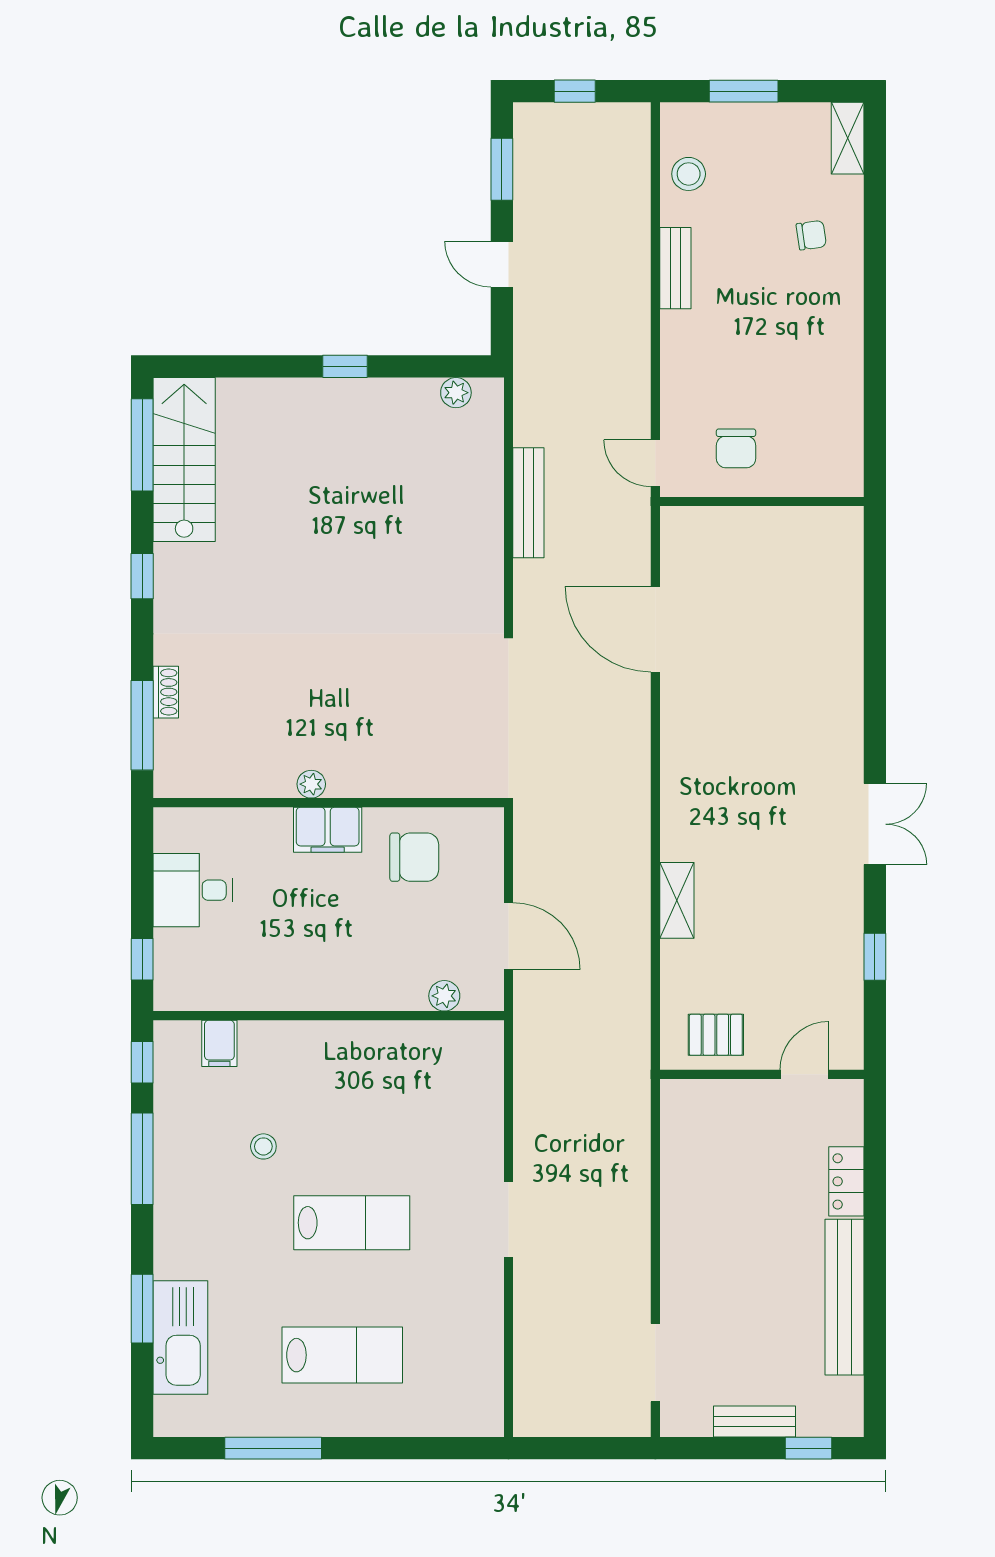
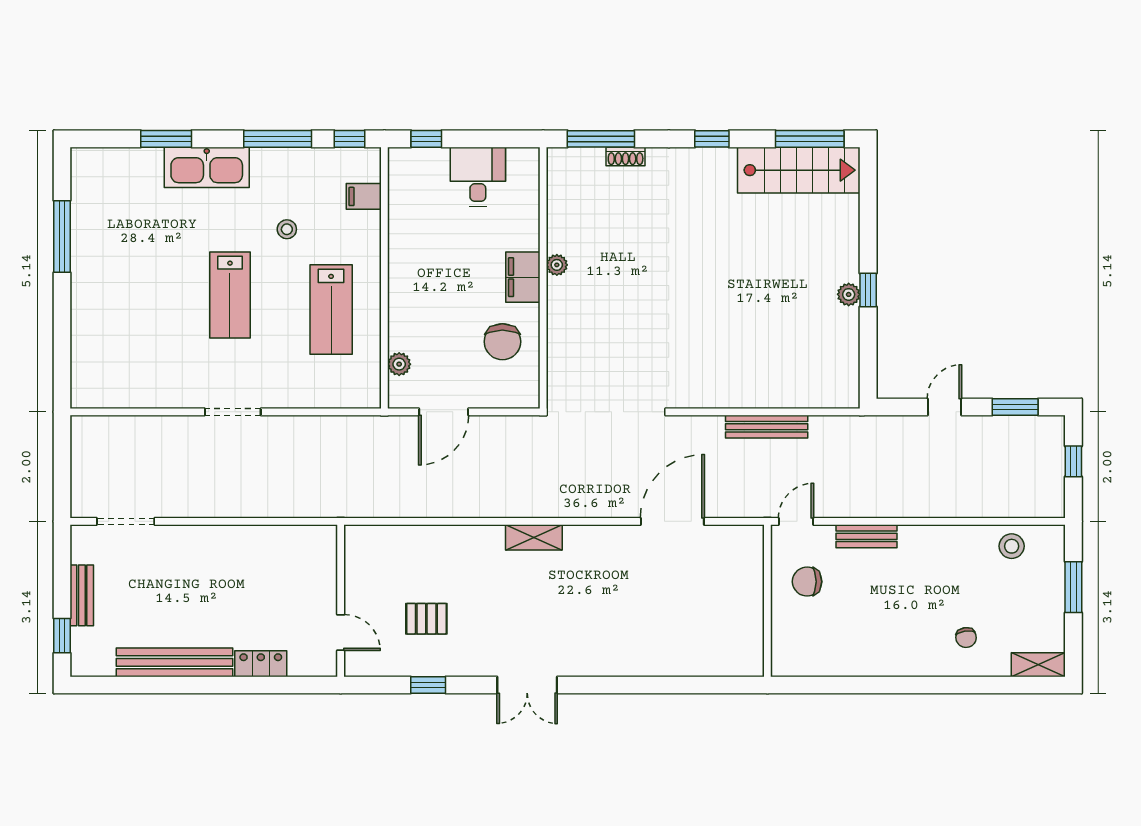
bench: (675, 268) -> (867, 536), moved
plant: (456, 393) -> (849, 294), moved
shelving: (677, 900) -> (534, 537), moved
pallet: (716, 1035) -> (426, 619), moved, turned 90
kitchen sink: (180, 1337) -> (207, 167), moved
lab bench: (342, 1355) -> (331, 310), moved

